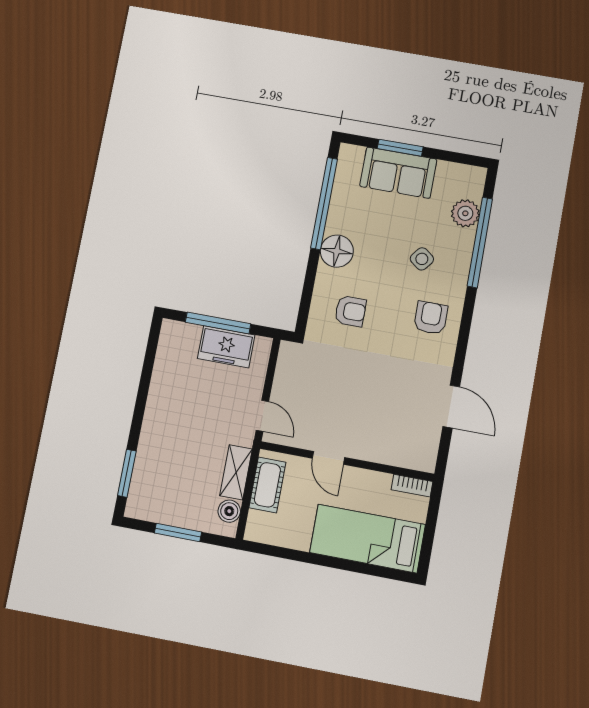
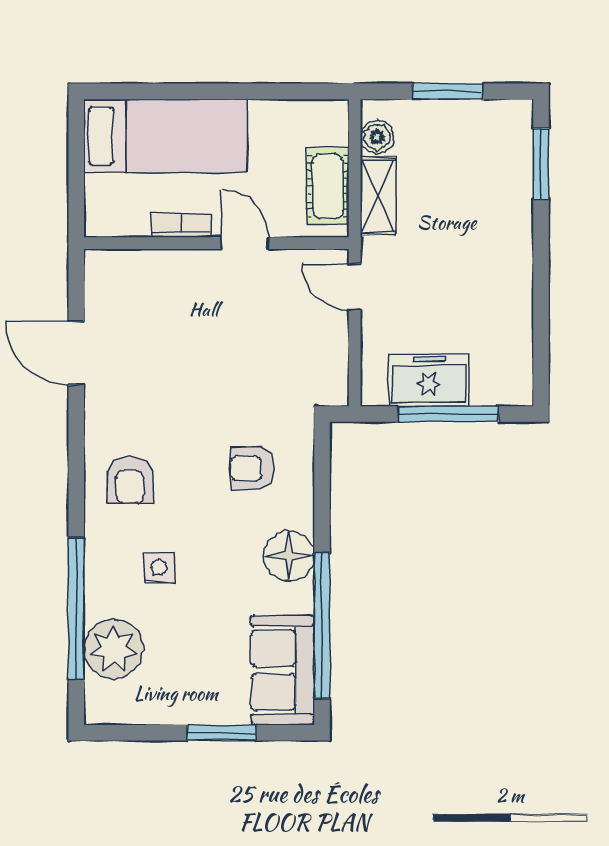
sofa: (398, 173) -> (283, 670), moved, turned -90
plant: (465, 213) -> (114, 649), width x1.36, depth x1.36
side table: (422, 259) -> (159, 567), turned -38
bookcase: (412, 486) -> (181, 225), moved

